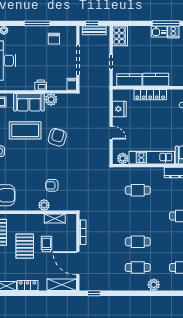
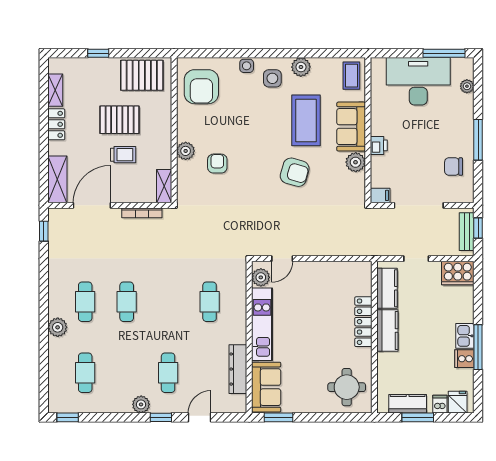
fridge: (119, 109) -> (340, 272), removed
door: (111, 133) -> (282, 259), moved
shelving: (55, 218) -> (164, 186), moved

